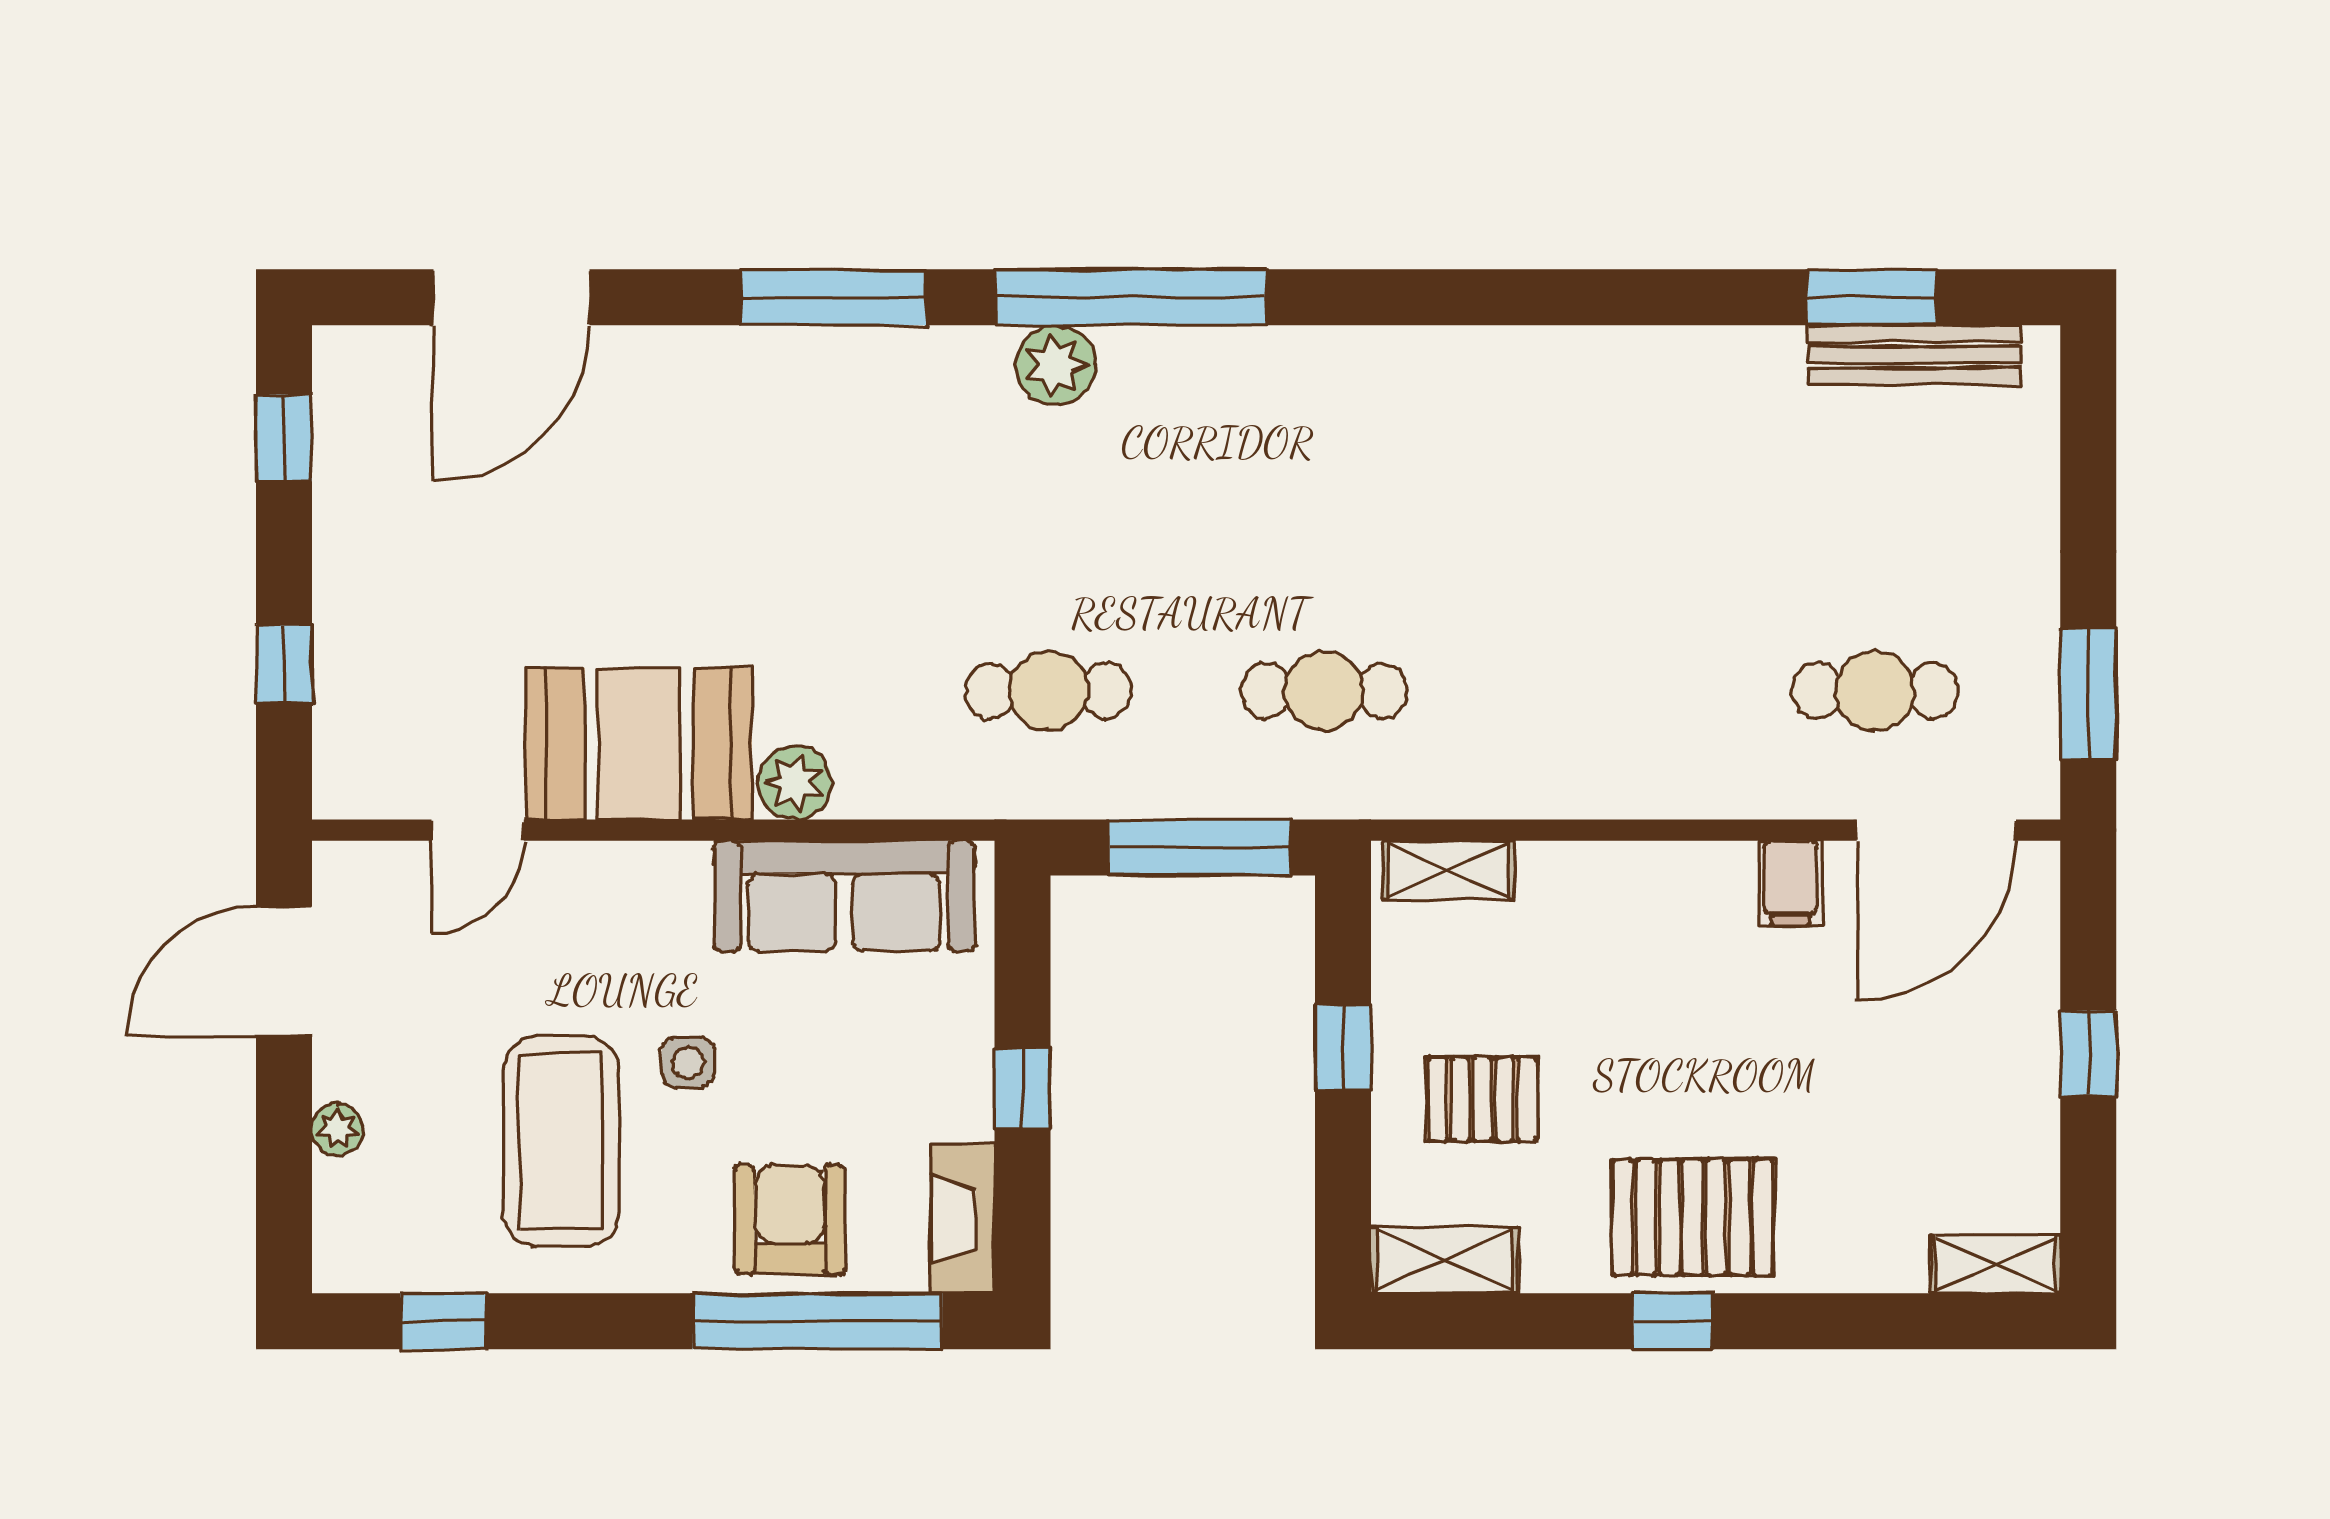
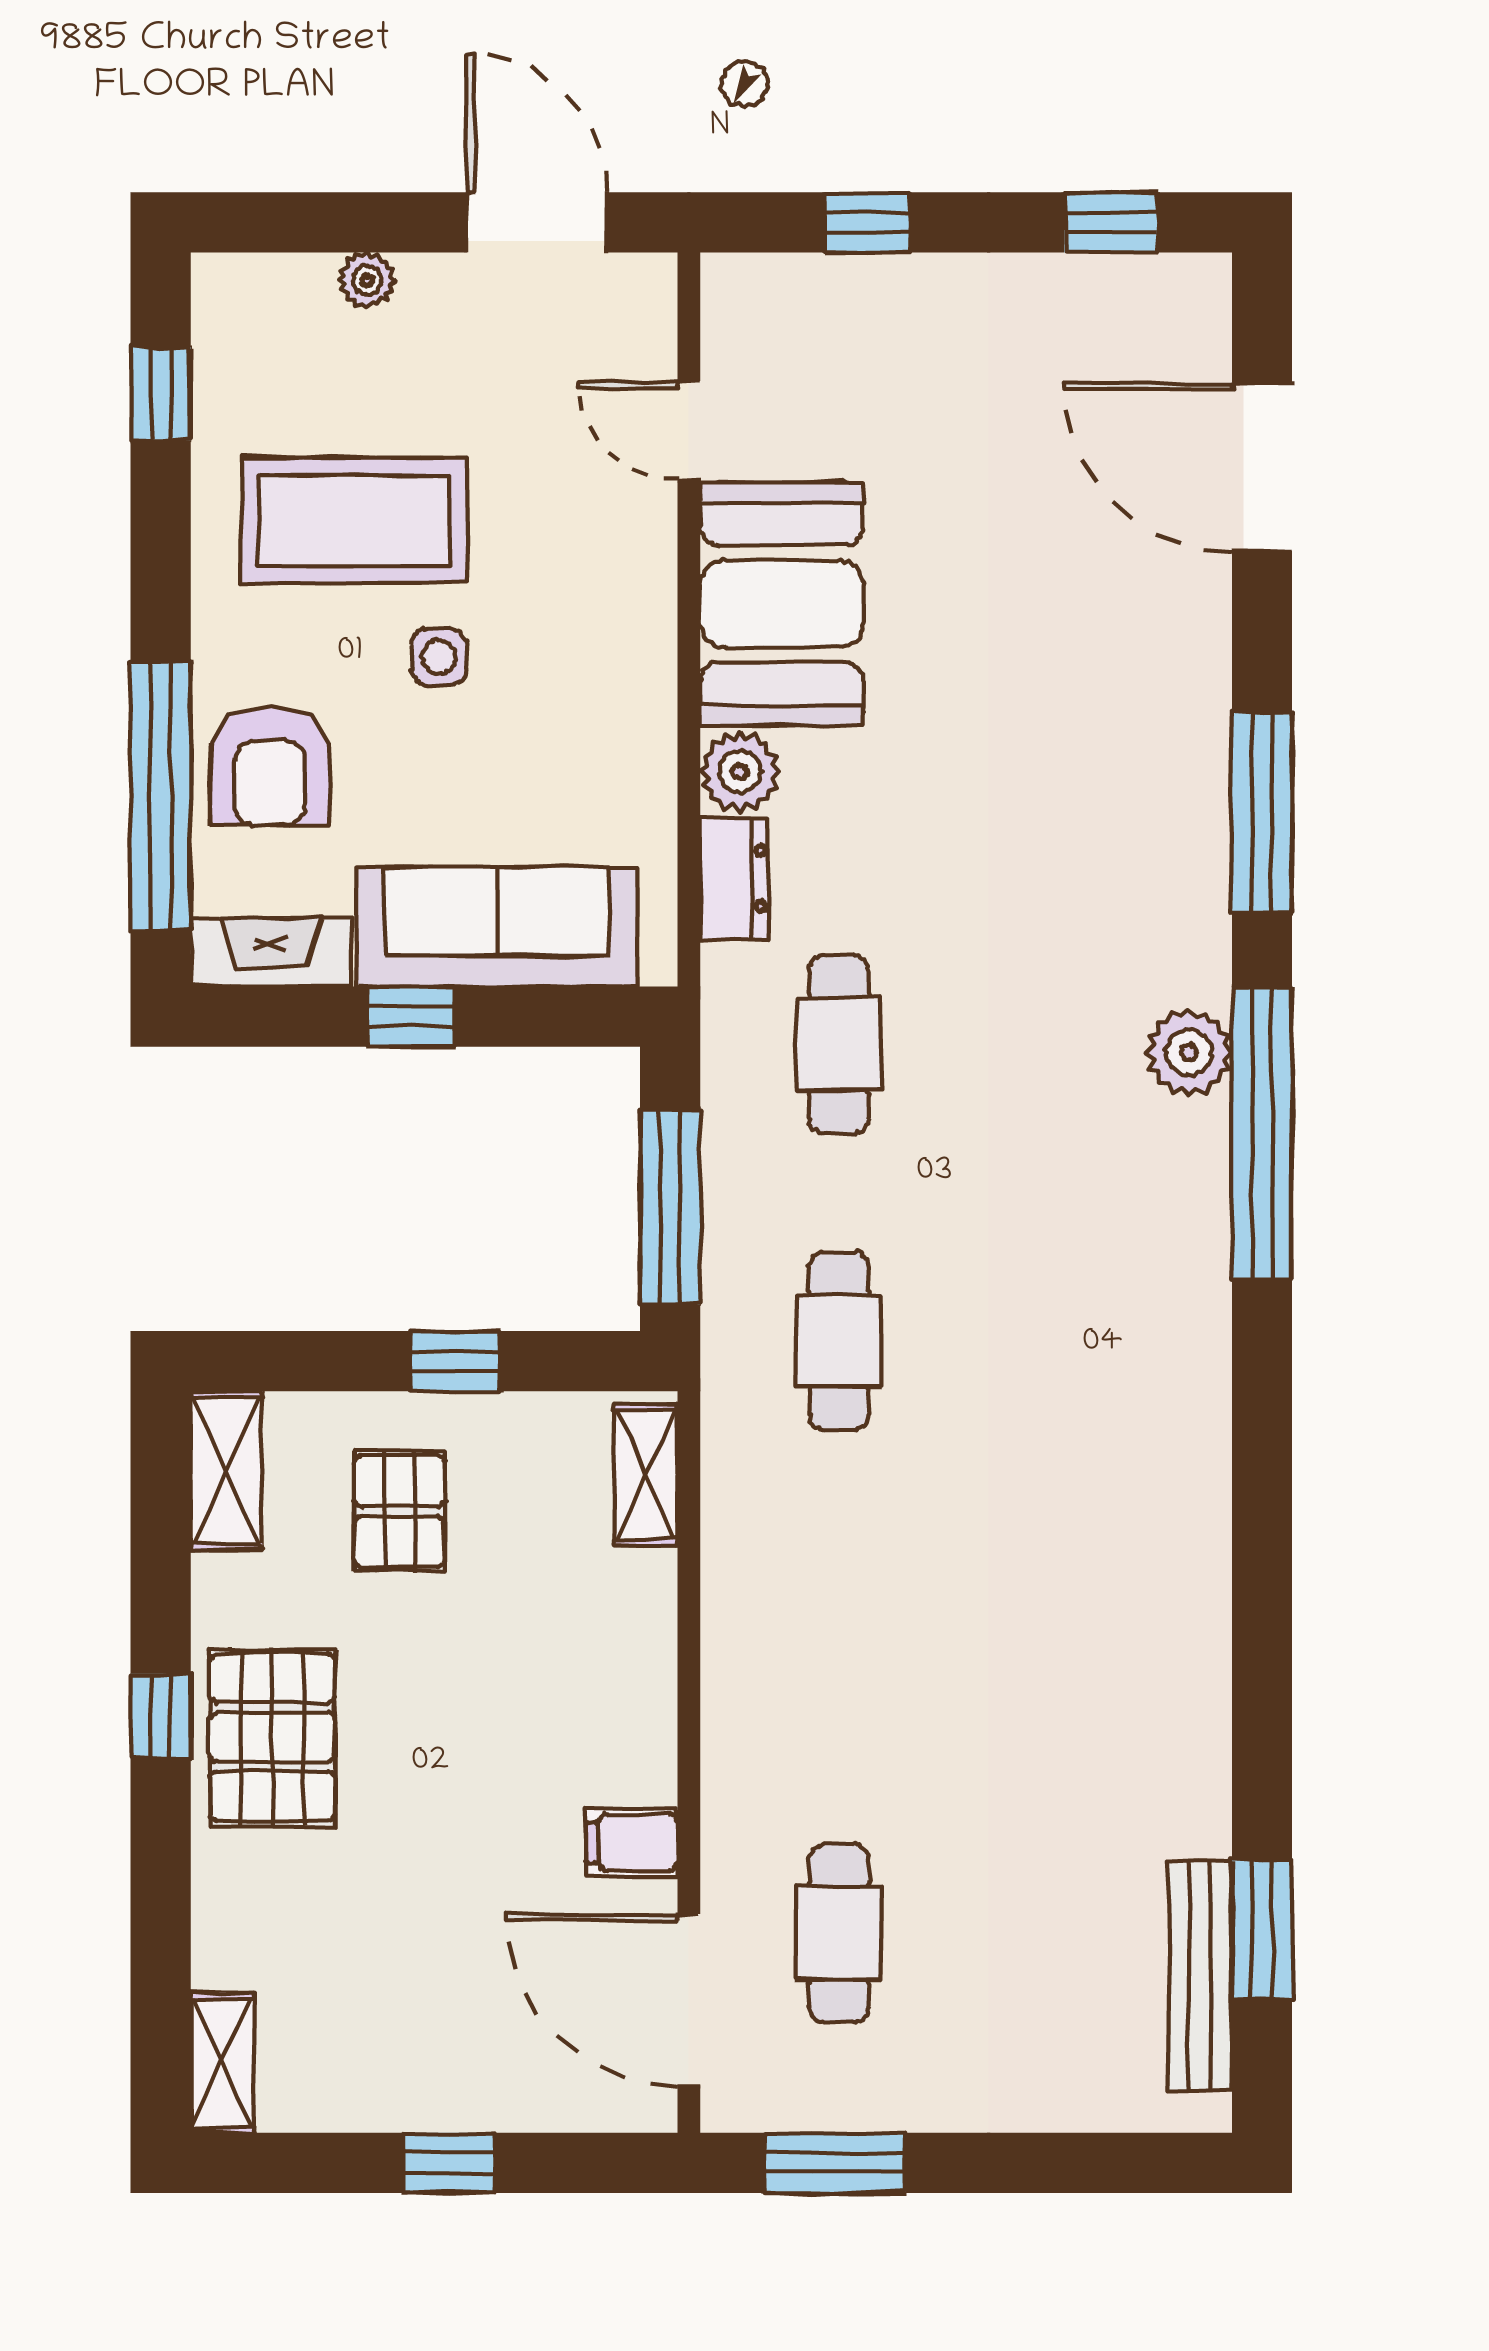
dresser: (894, 788) -> (734, 878), added
sofa: (844, 896) -> (497, 927), moved, turned 90
armchair: (790, 1219) -> (270, 766), turned 90

